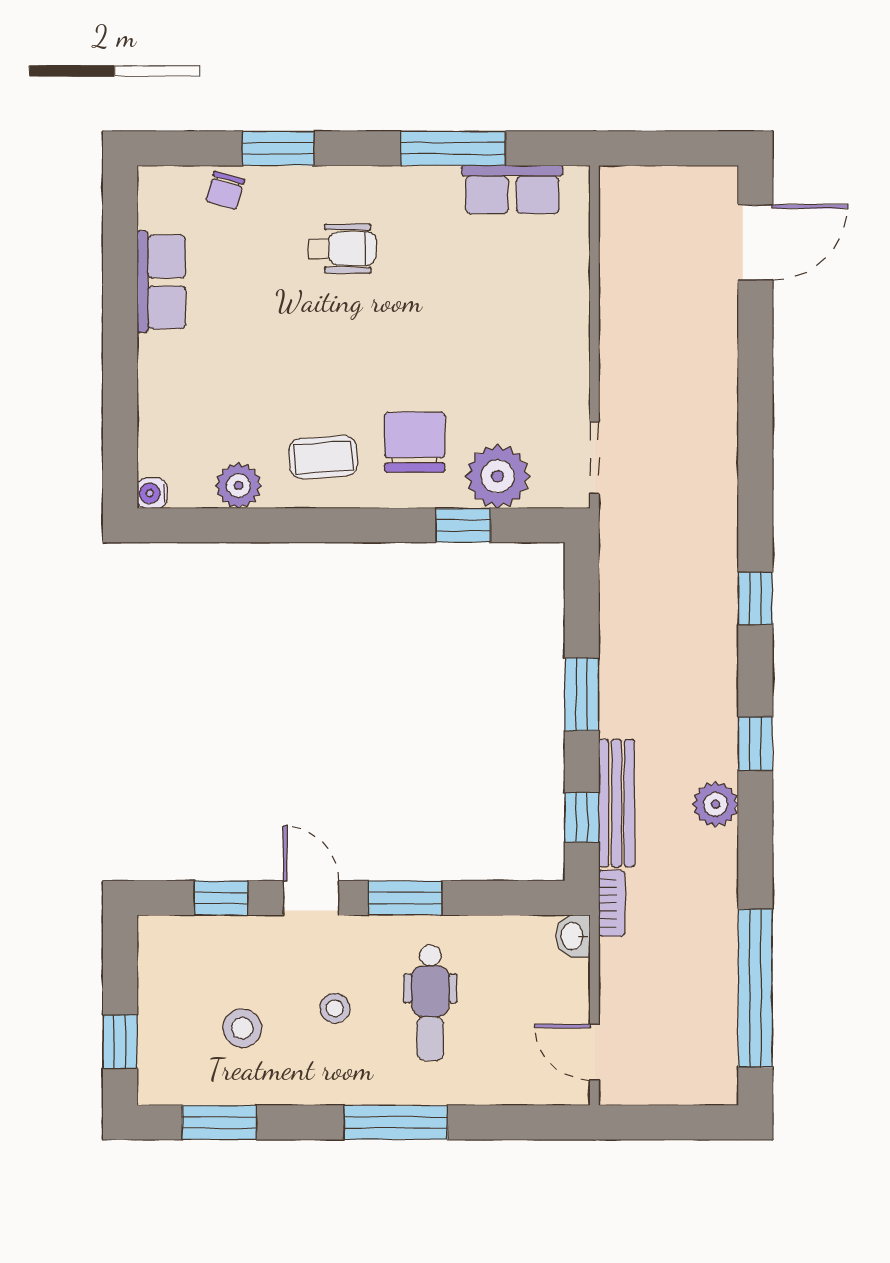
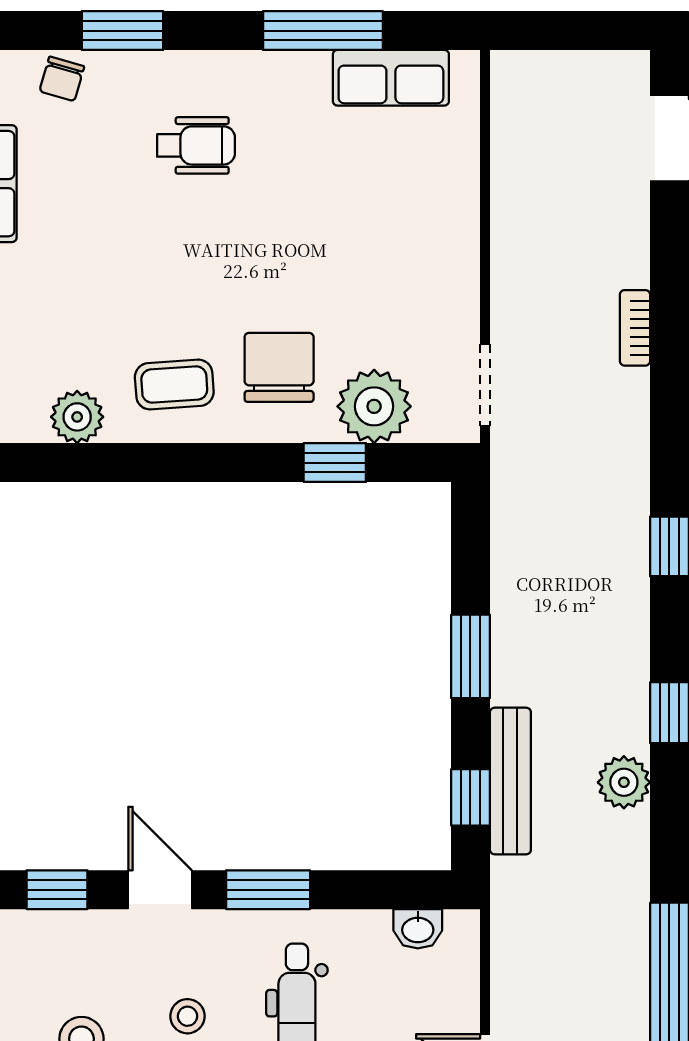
bookcase: (612, 903) -> (635, 328), moved, turned 180
washbasin: (573, 936) -> (418, 929), moved, turned -90

